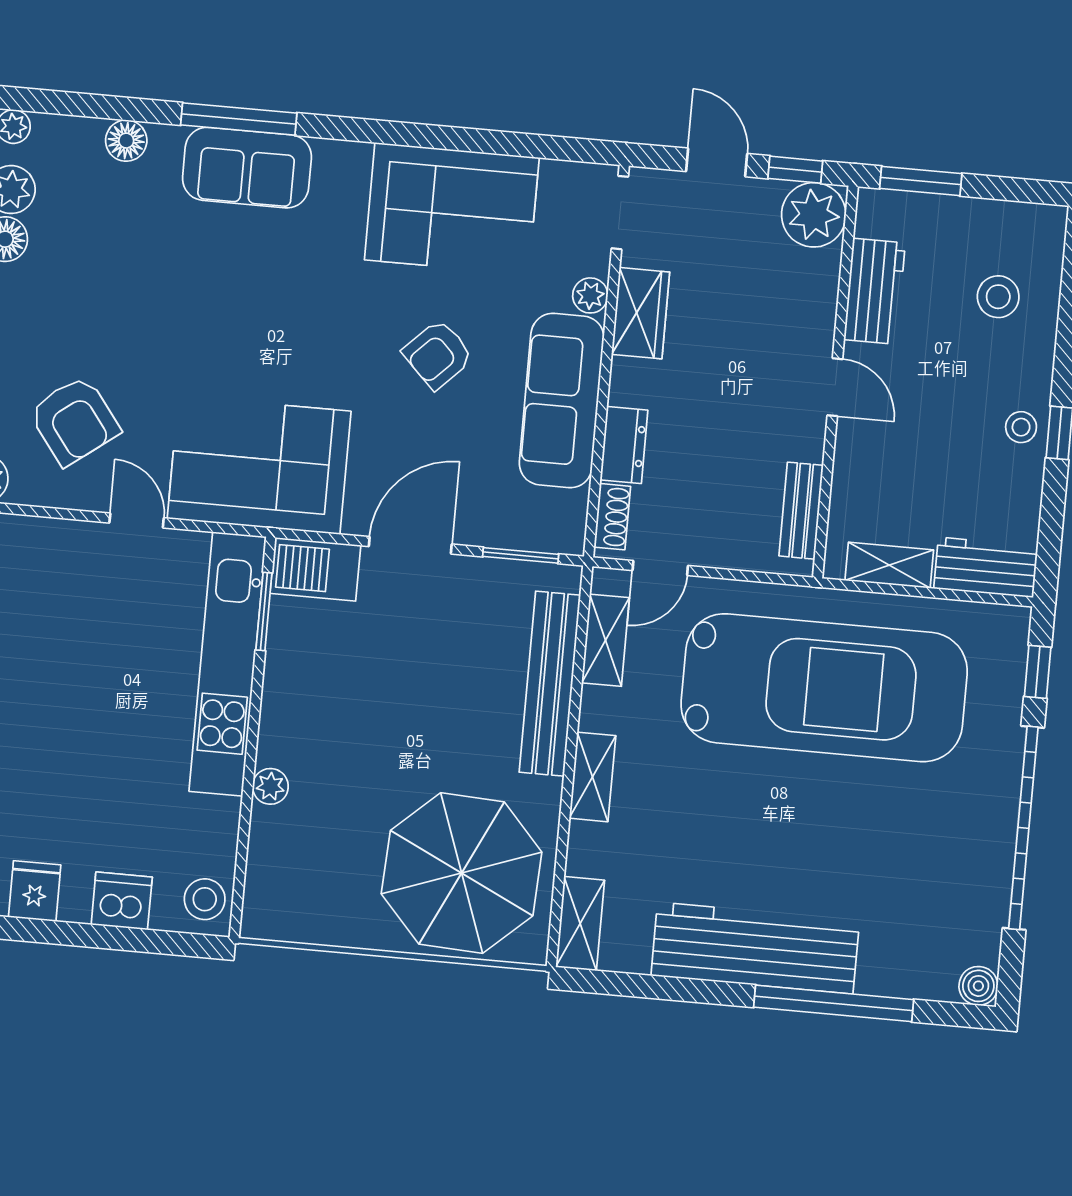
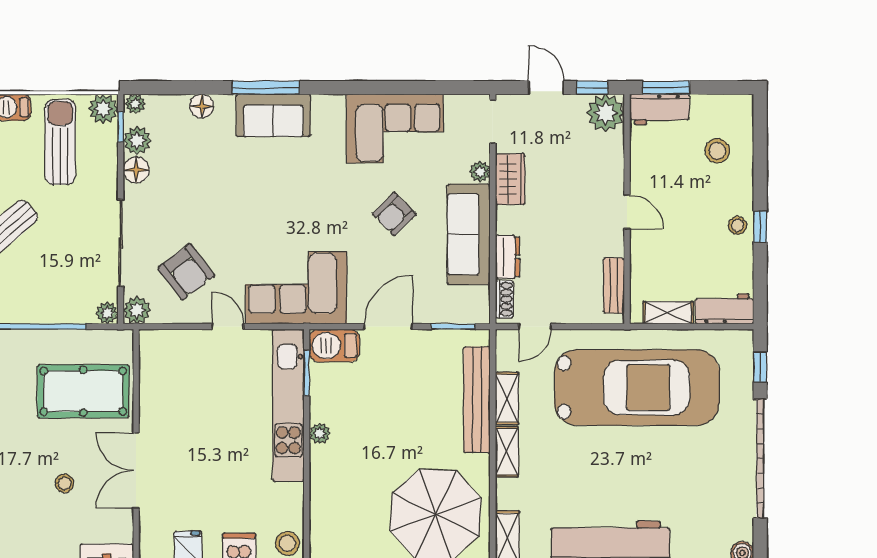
workbench: (874, 291) -> (659, 109), moved, turned 90
shelving: (606, 640) -> (507, 398), moved
plant: (270, 786) -> (320, 433), moved

